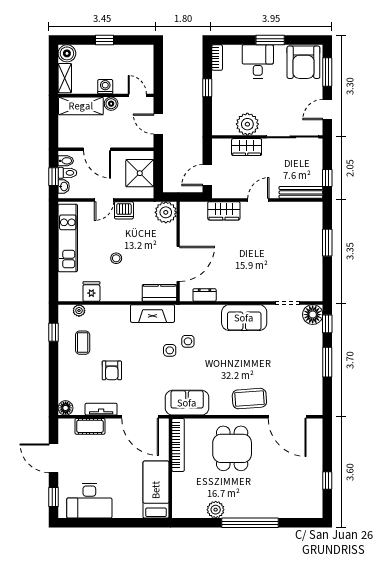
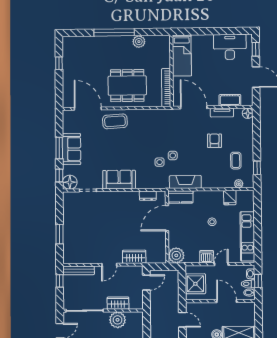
sofa: (187, 403) -> (72, 149), moved, turned -90
dining table: (232, 448) -> (127, 86), width x1.38

